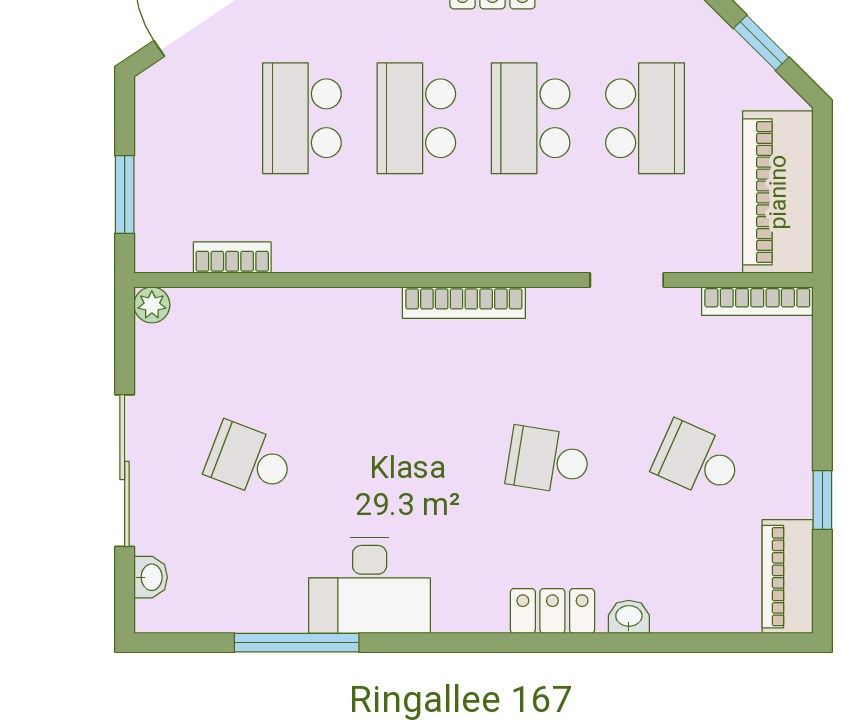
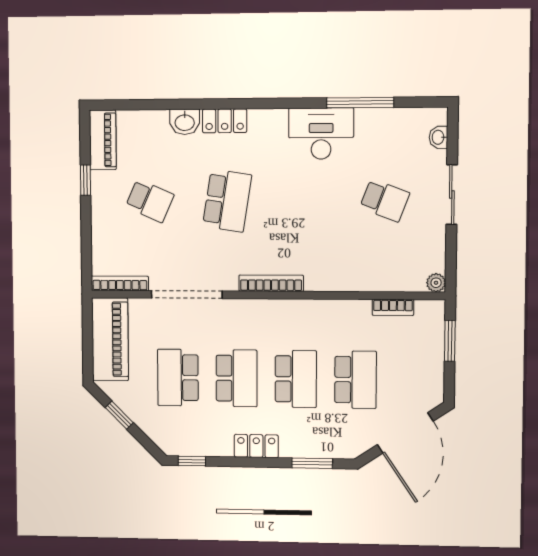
doorway: (627, 280) -> (187, 295), width x1.88
school desk: (548, 460) -> (227, 201), width x1.85
sliding door: (125, 471) -> (452, 195), width x0.73
washbasin: (629, 617) -> (185, 122), width x1.38, depth x1.45

